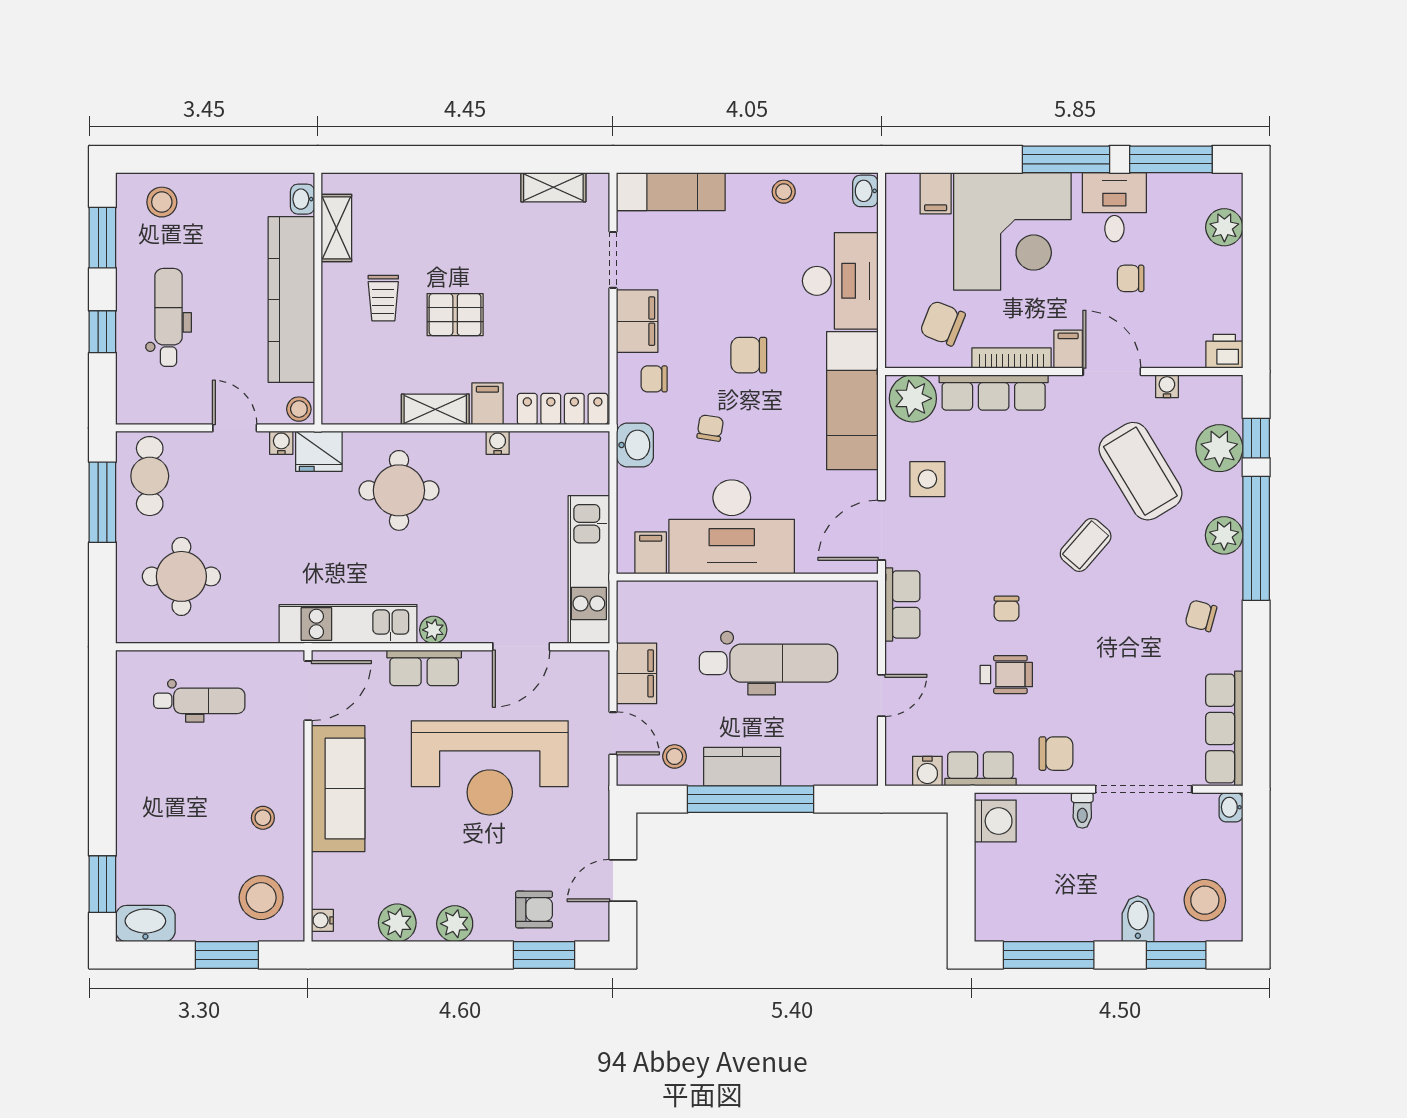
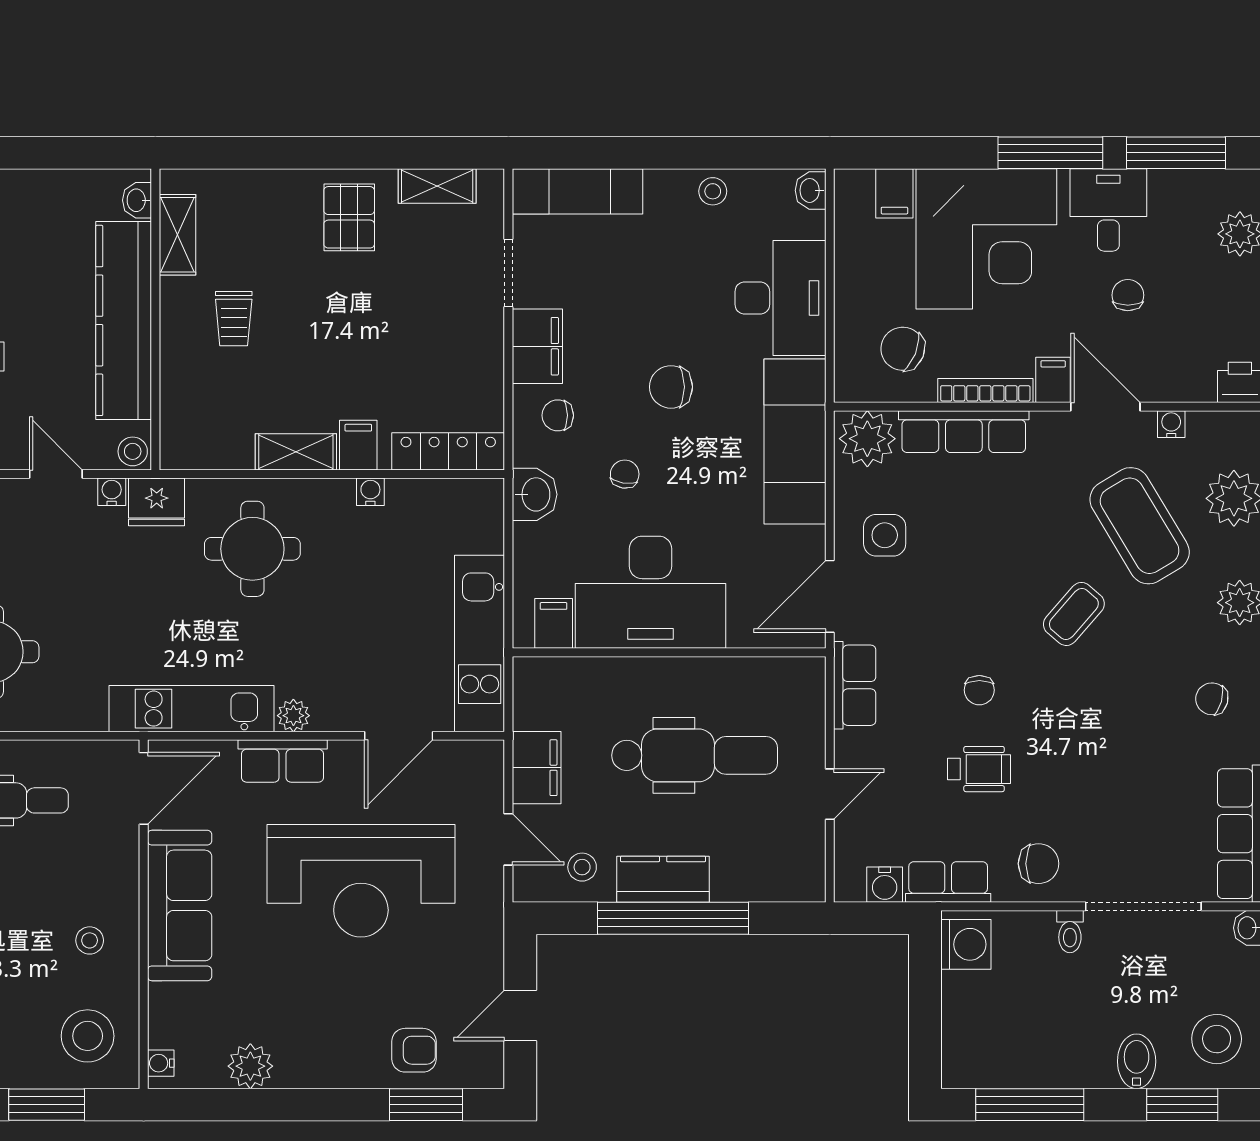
chair: (1131, 278) -> (1128, 295), turned 90
pallet: (455, 315) -> (349, 217), moved, turned 90
plant: (455, 924) -> (319, 1067), removed

